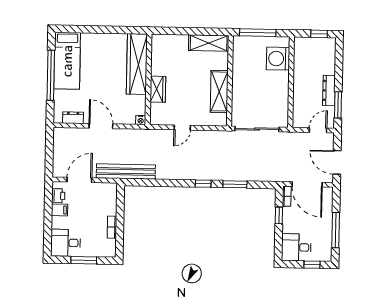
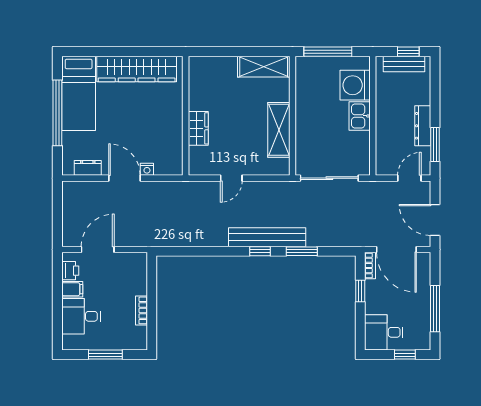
bench: (316, 43) -> (404, 64), added
wardrobe: (137, 64) -> (137, 69), moved, turned -90
kitchen sink: (281, 82) -> (360, 116), added
nightstand: (141, 120) -> (147, 169), moved
bench: (126, 172) -> (267, 237), moved
desk: (66, 243) -> (81, 316), moved

